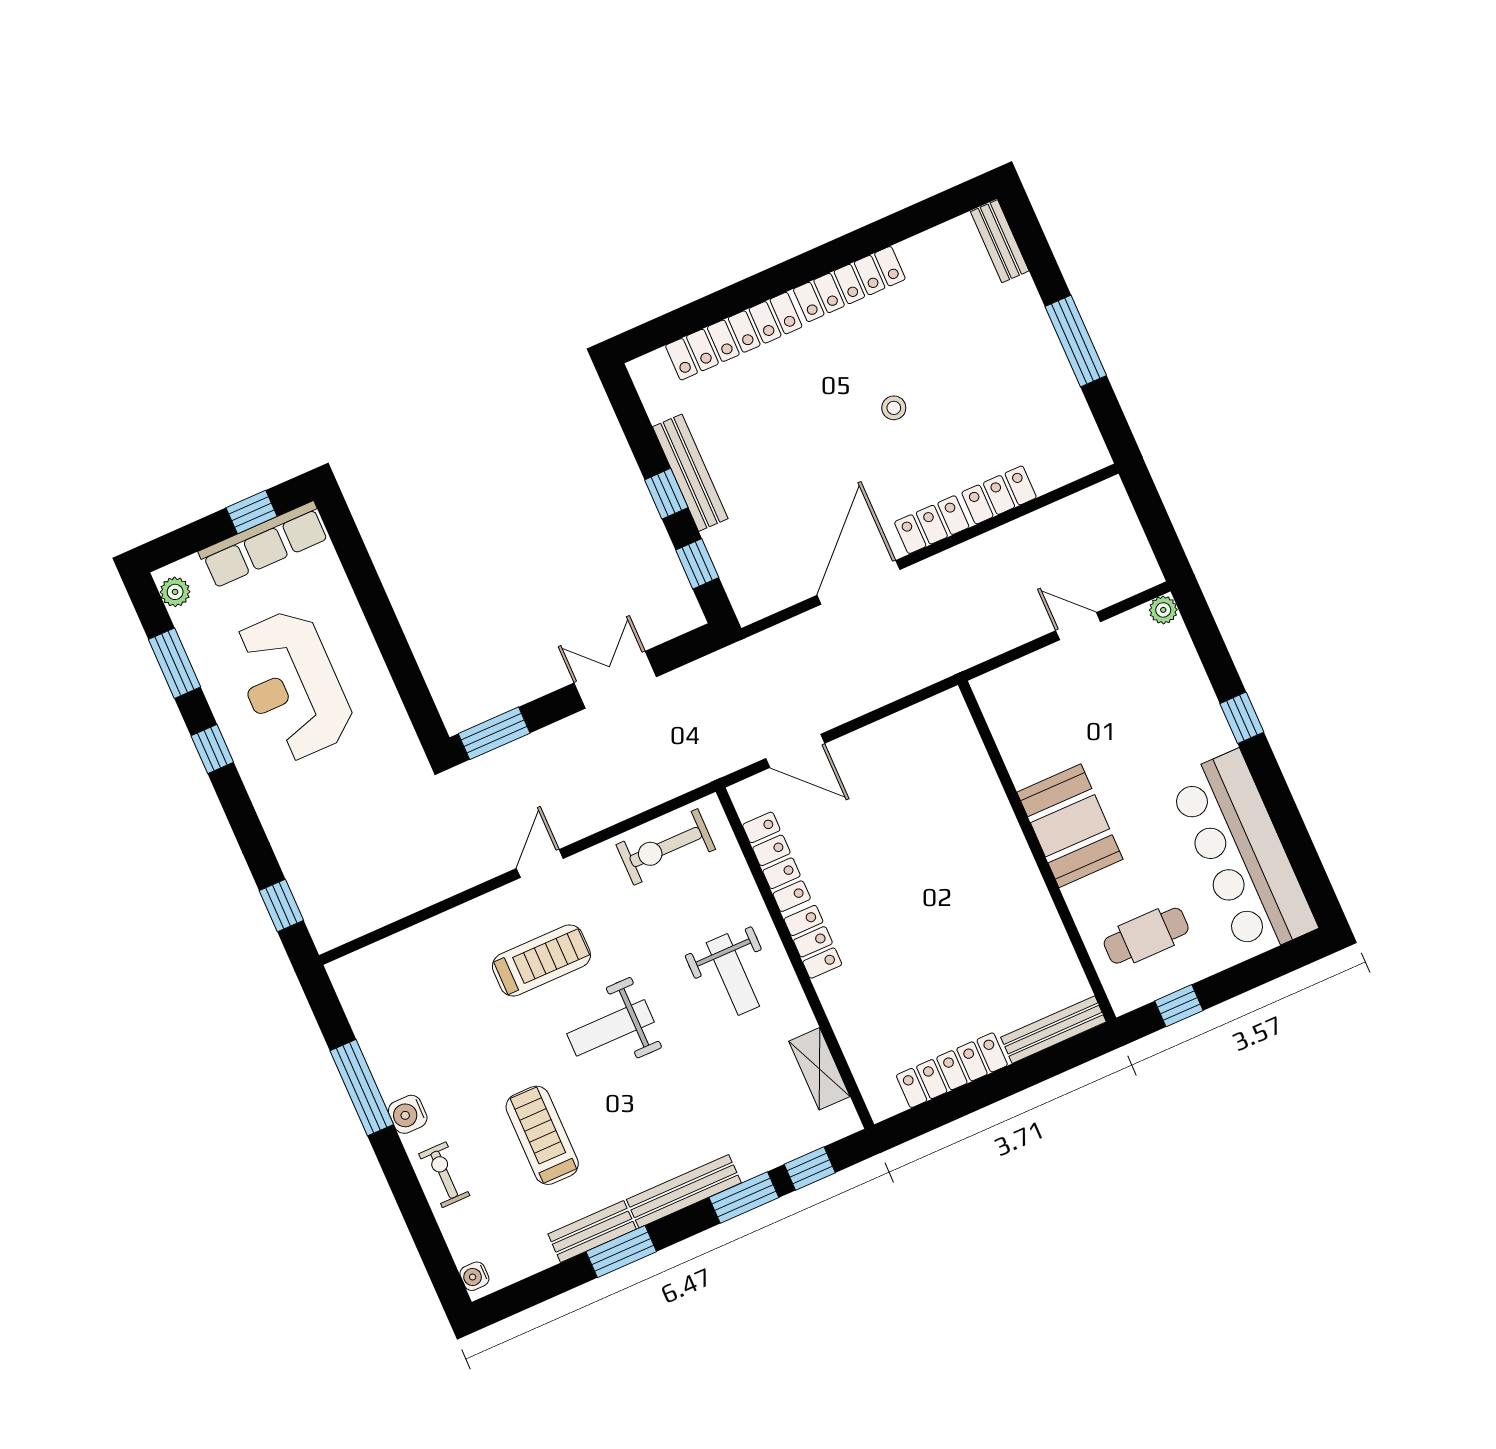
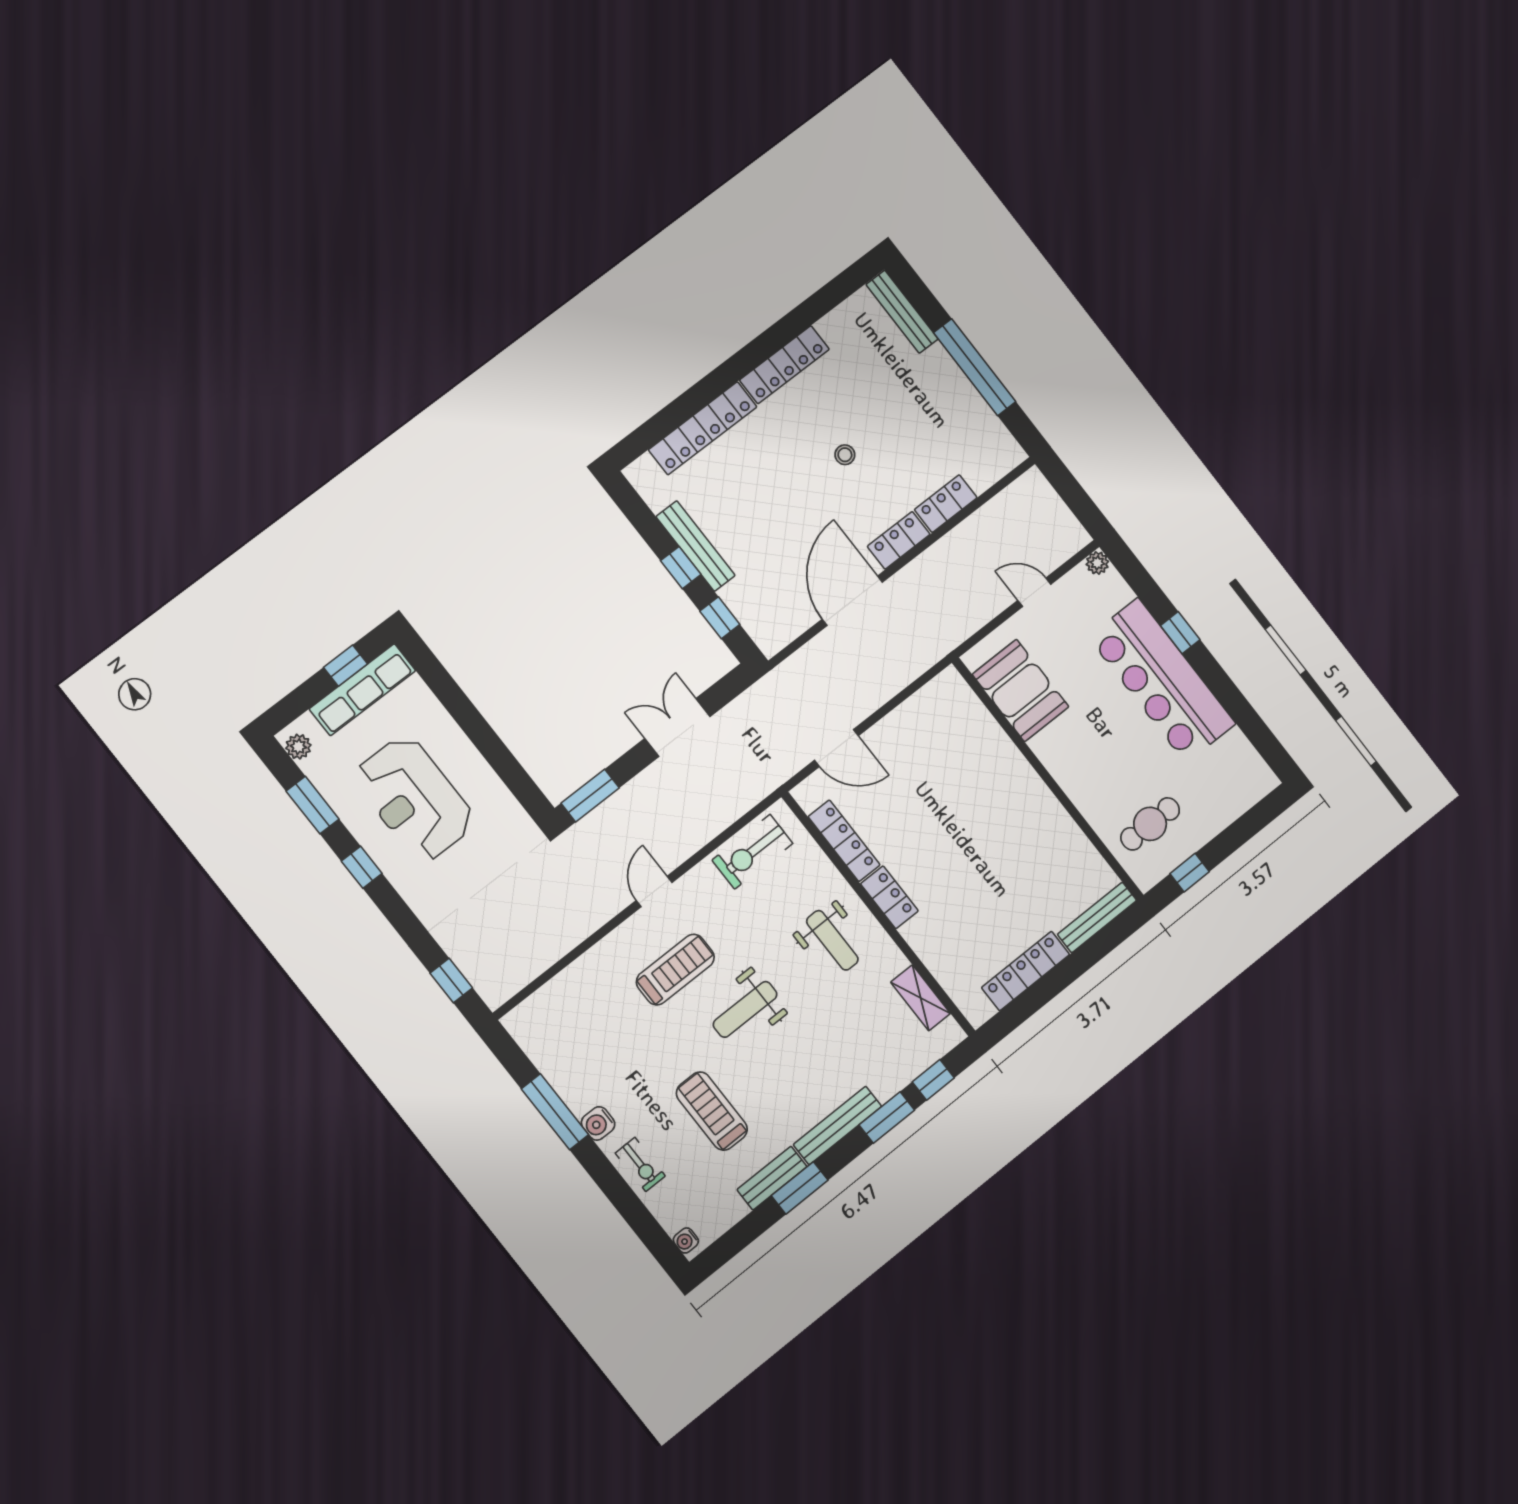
bench: (1000, 241) -> (902, 312), width x1.36
window: (1076, 341) -> (975, 367), width x1.46
booth: (1070, 826) -> (1021, 690), moved
bar counter: (1242, 854) -> (1162, 680), moved
exercise bike: (444, 1175) -> (640, 1165), turned 180

